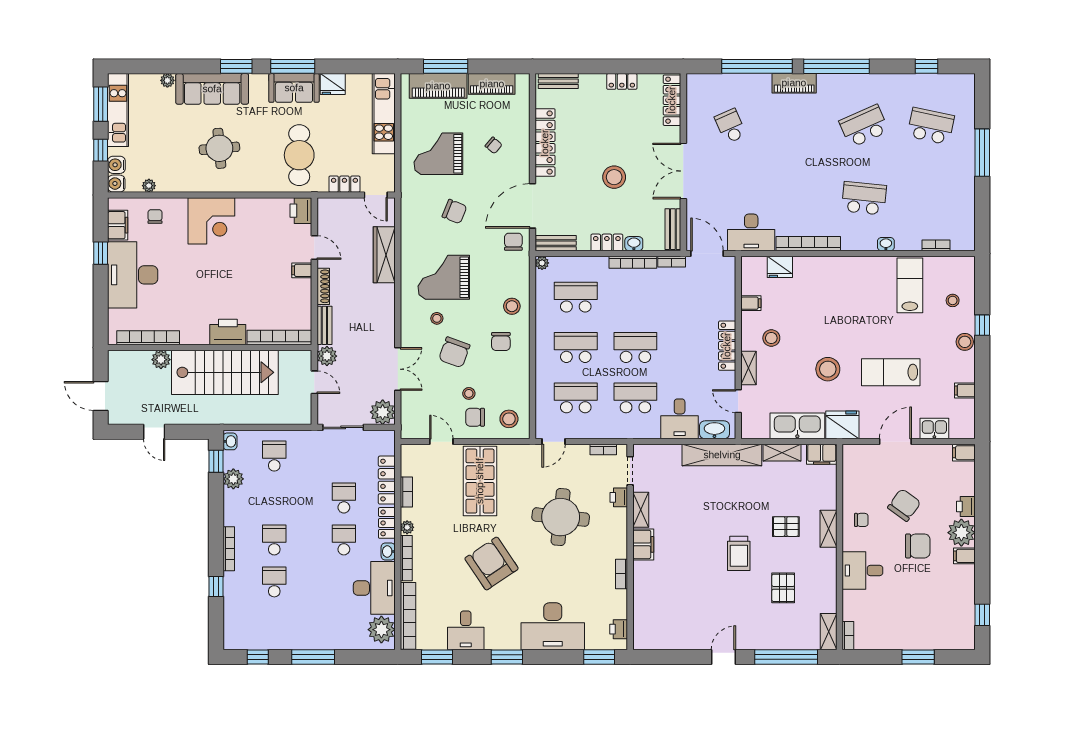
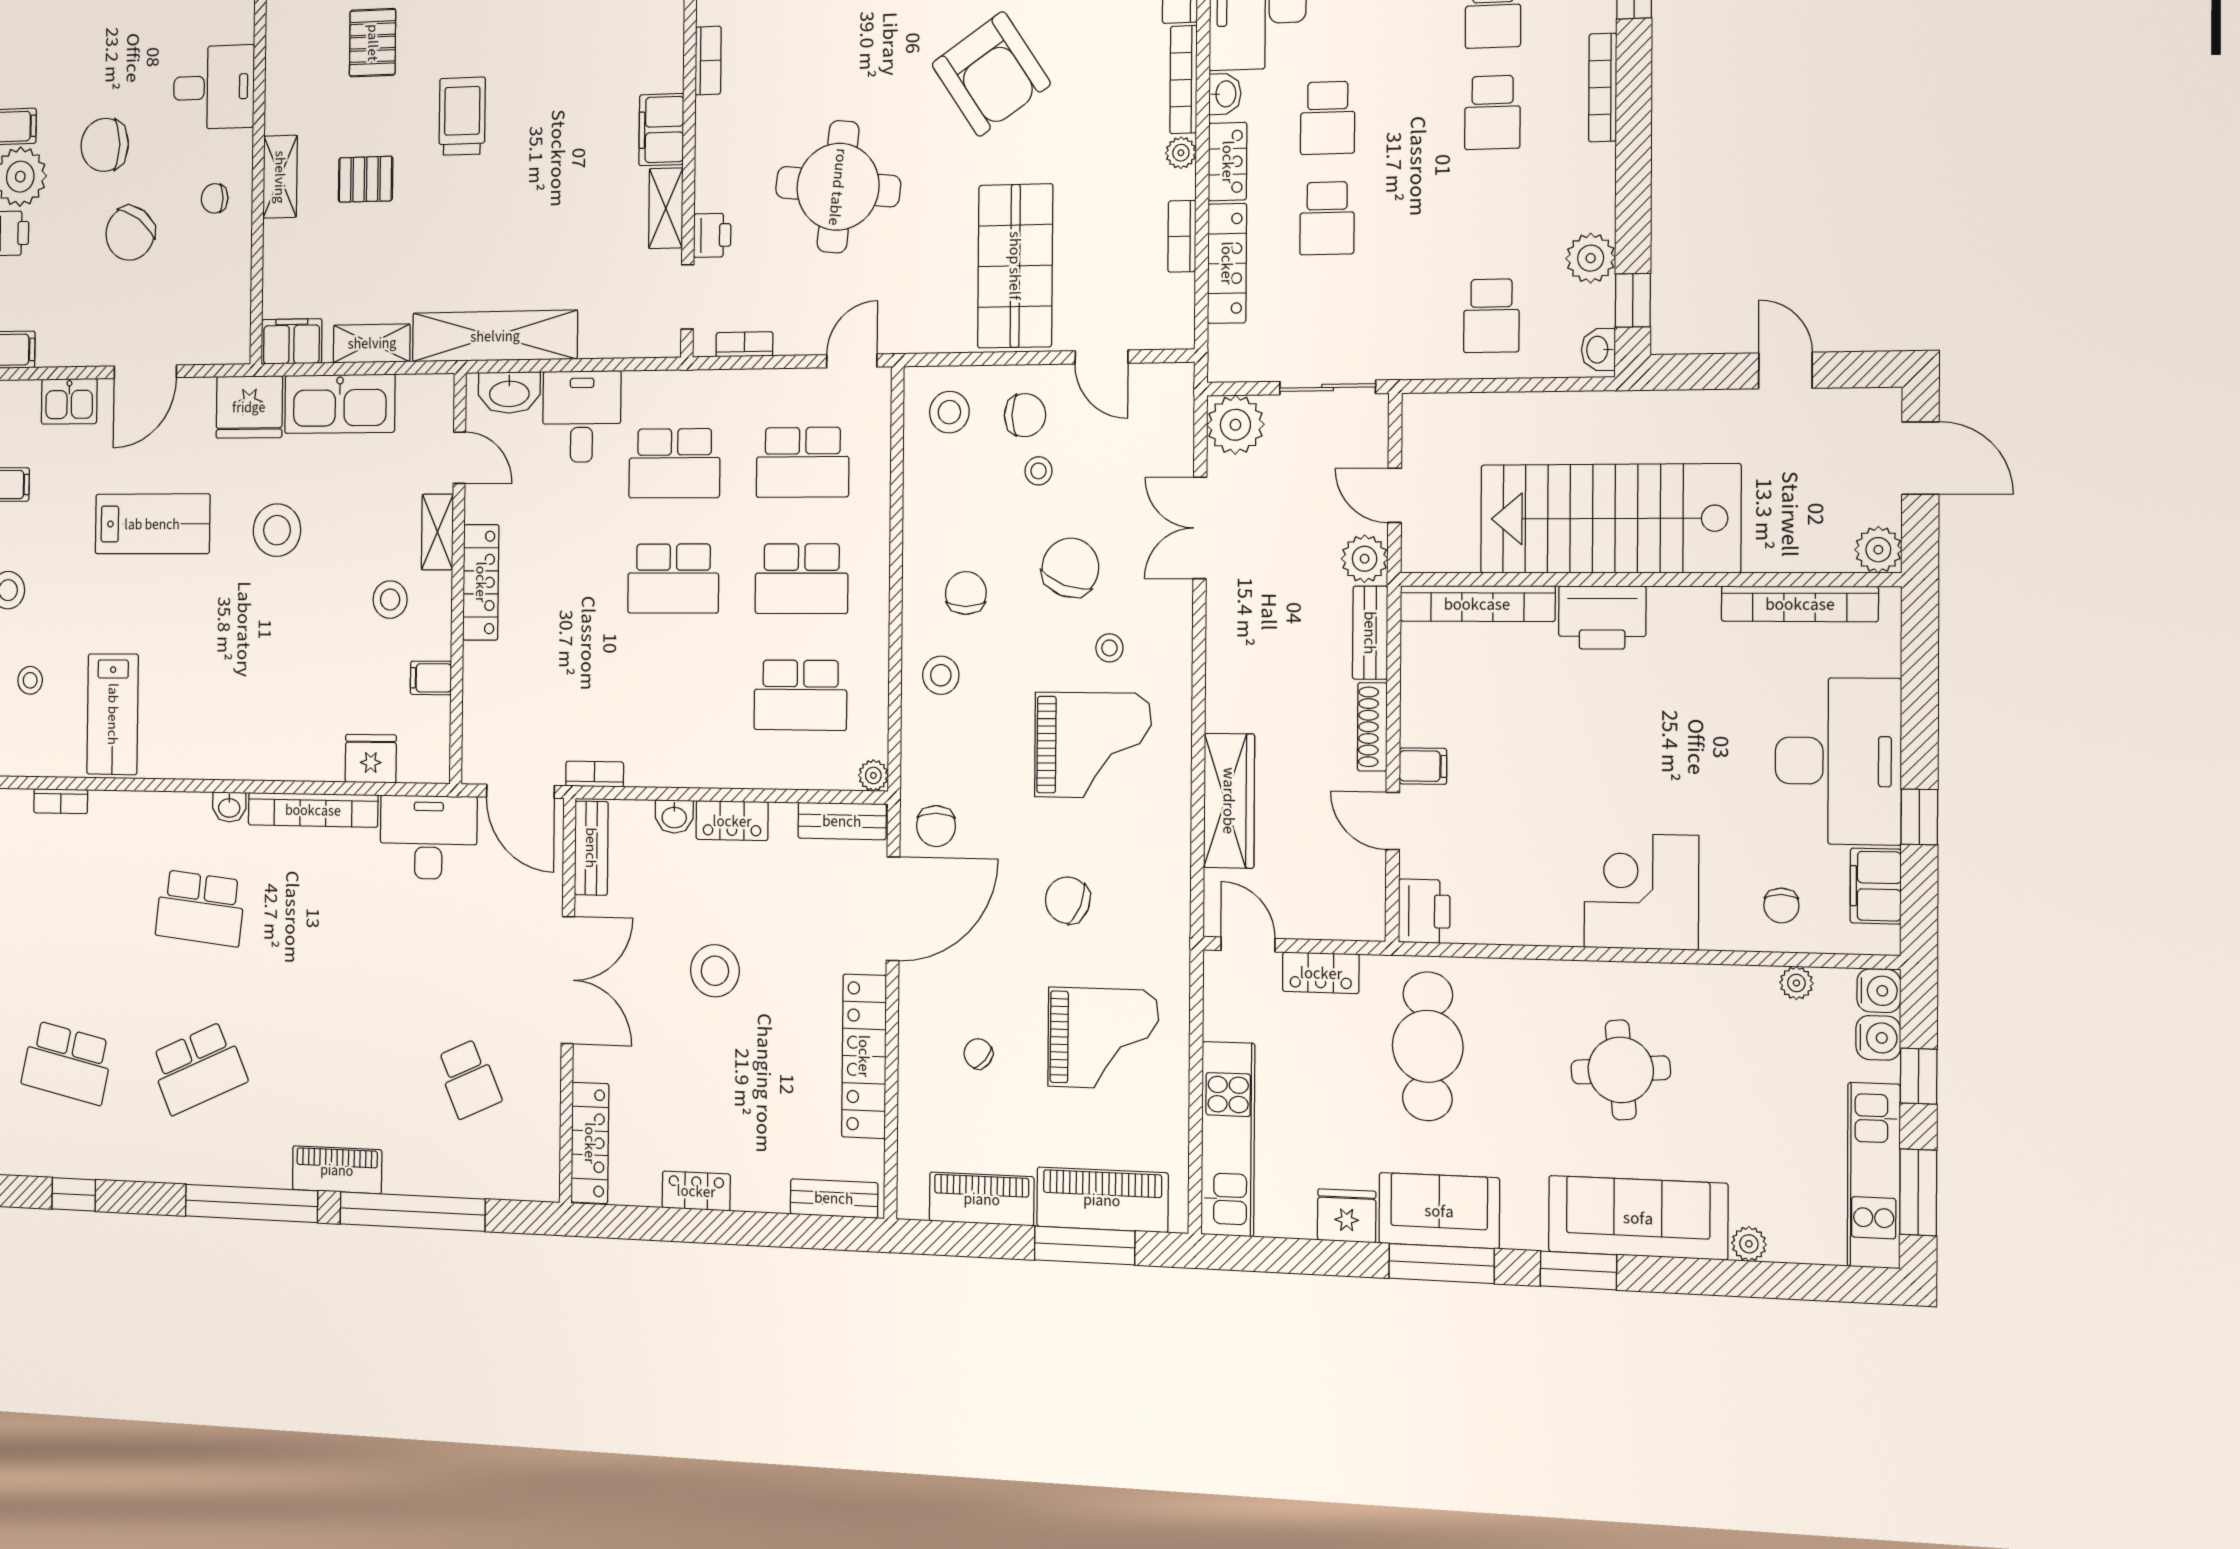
washbasin: (886, 244) -> (229, 807), moved
bookcase: (633, 262) -> (677, 774), removed
plant: (161, 360) -> (1878, 550), moved

